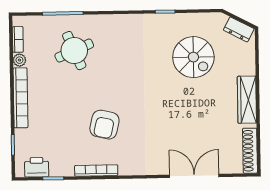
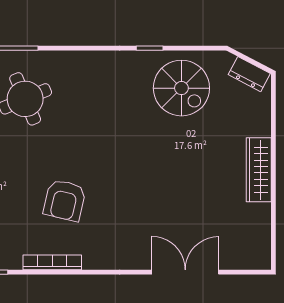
spiral stairs: (193, 57) -> (181, 88), moved
shoe rack: (250, 151) -> (262, 239), removed

